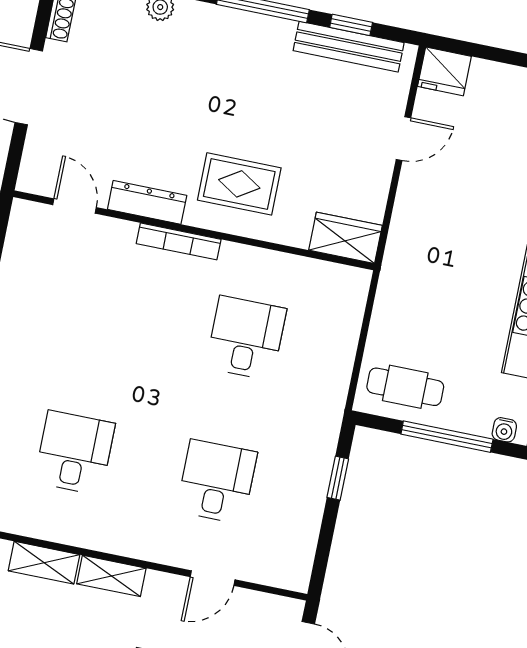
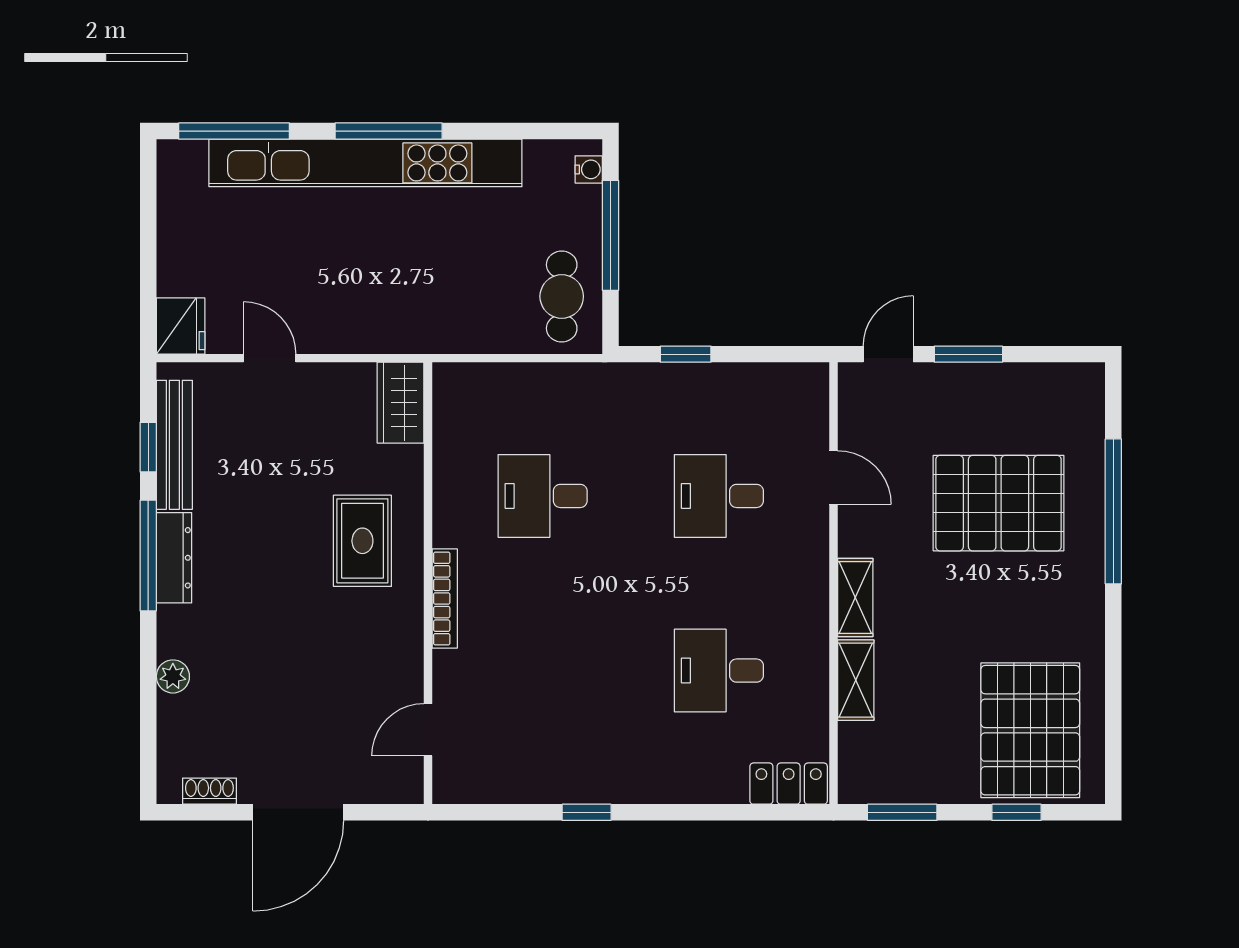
dresser: (147, 202) -> (174, 558), moved, turned 180

